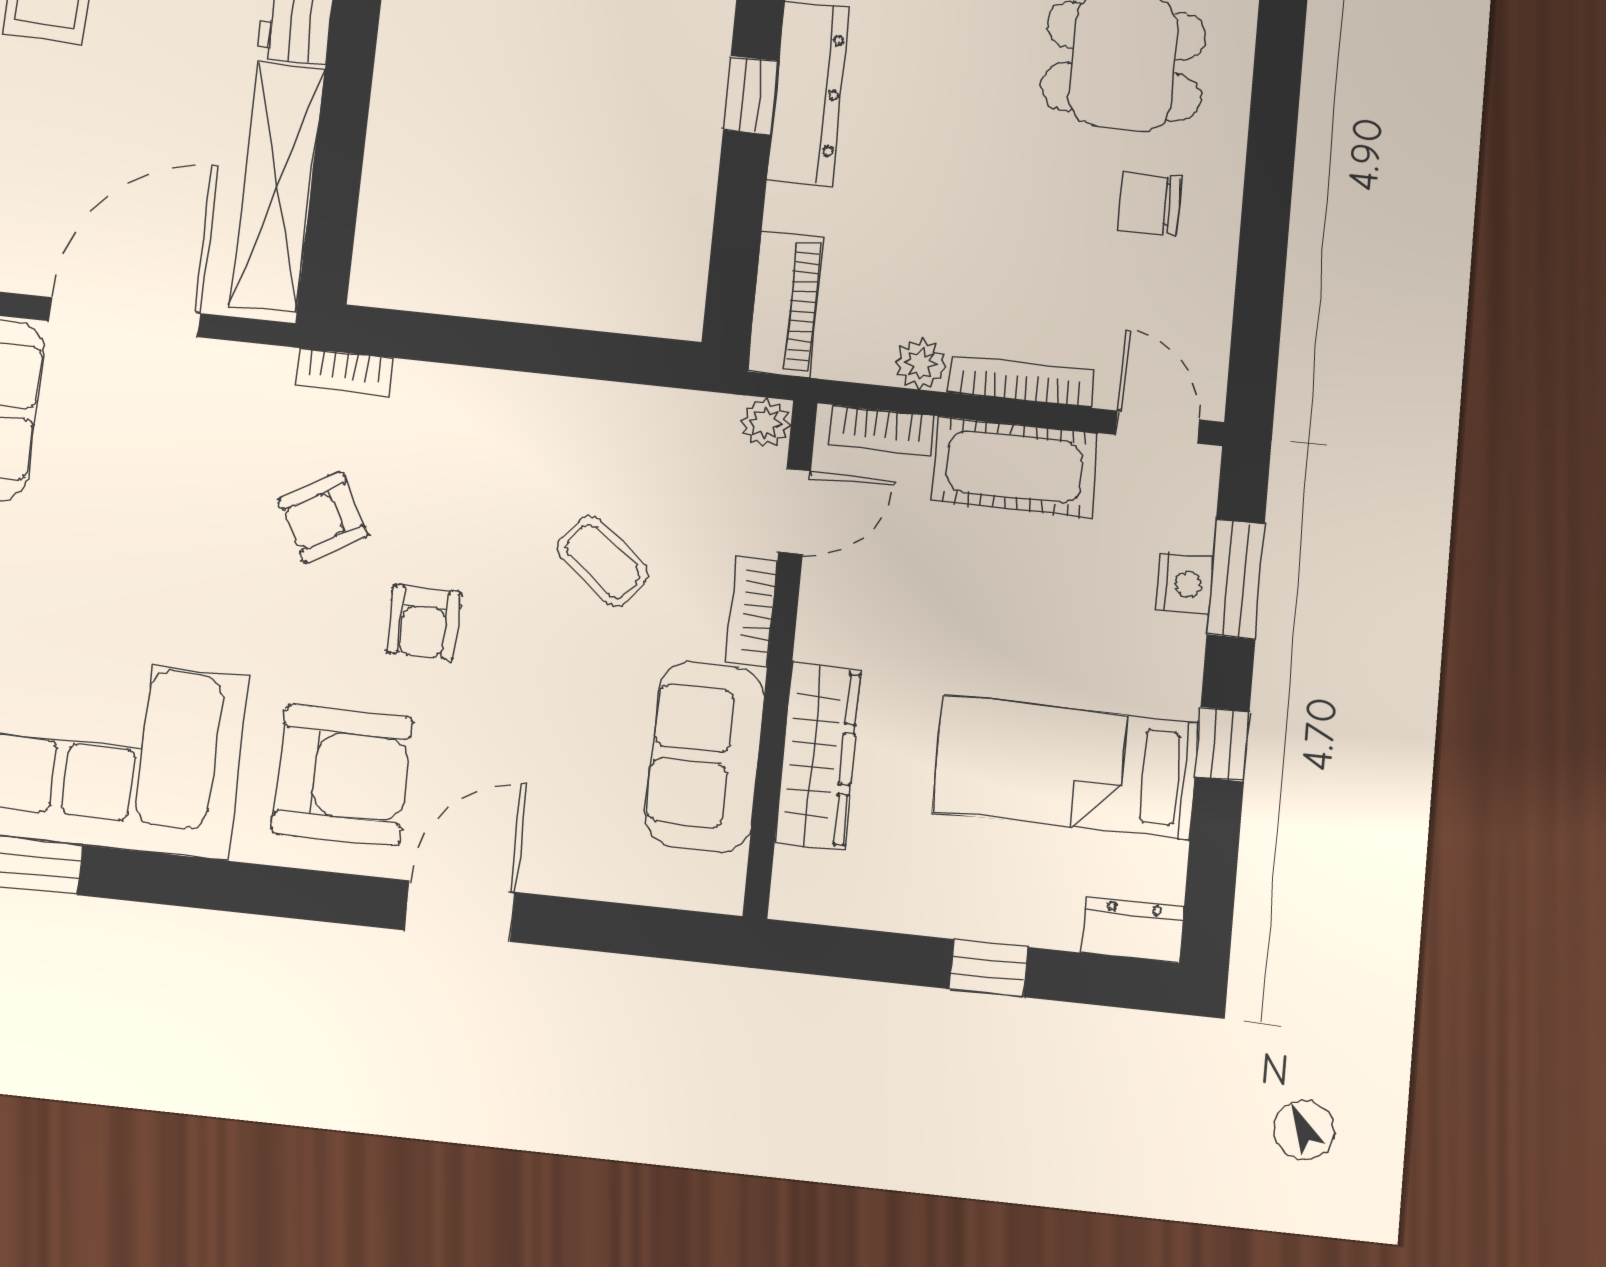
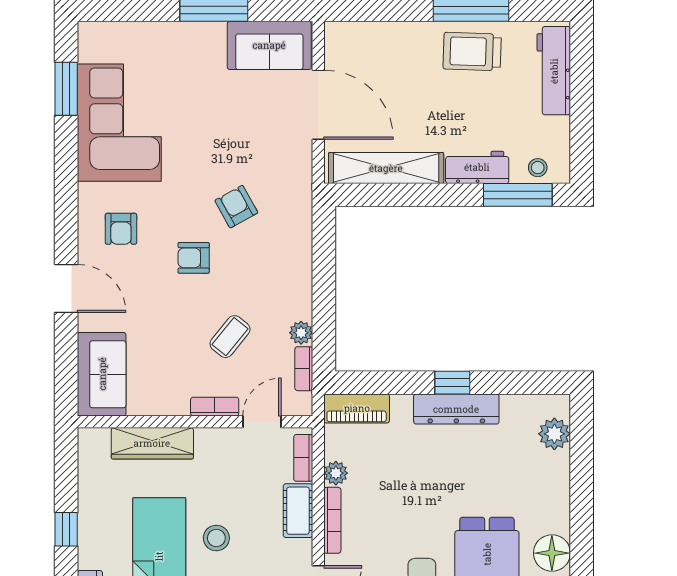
bookcase: (344, 372) -> (304, 369), moved
plant: (766, 423) -> (301, 333), moved
cot: (1014, 467) -> (298, 511), width x0.73, depth x0.75
door: (795, 511) -> (262, 422), swing flipped
stool: (1037, 638) -> (216, 538), added
sofa: (705, 757) -> (102, 374), moved, turned 90
armchair: (342, 775) -> (121, 229), width x0.53, depth x0.53

